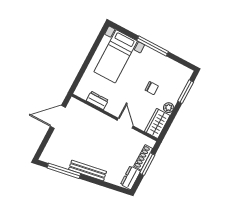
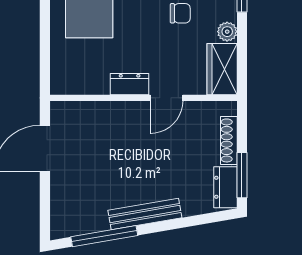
dresser: (97, 100) -> (130, 84), moved
door: (125, 123) -> (166, 98), swing flipped
window: (147, 164) -> (242, 175), moved

